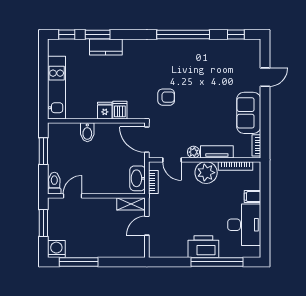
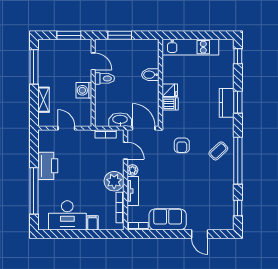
window: (98, 35) -> (238, 102), moved
kitchen counter: (106, 47) -> (227, 103), moved
coffee table: (172, 56) -> (218, 151), added
door: (147, 140) -> (144, 128), hinge flipped
window: (43, 151) -> (120, 35), moved
door: (172, 160) -> (126, 151), swing flipped
washbasin: (138, 178) -> (120, 120), moved
toilet: (54, 183) -> (105, 78), moved
shelving: (131, 204) -> (43, 100), moved
printer: (203, 247) -> (48, 166), moved
washing machine: (56, 249) -> (84, 90), moved, turned 180

